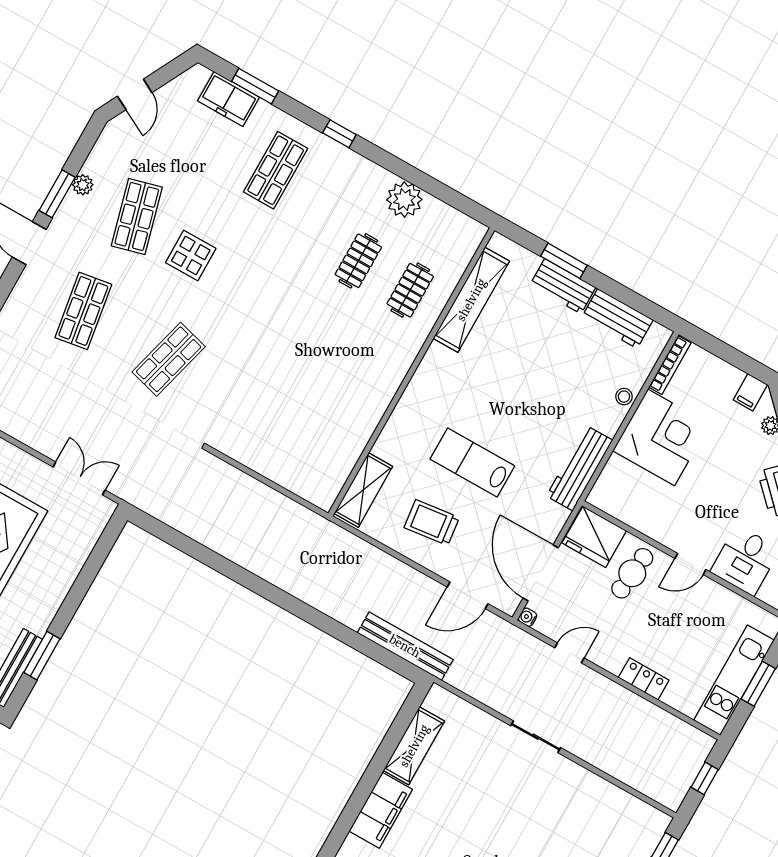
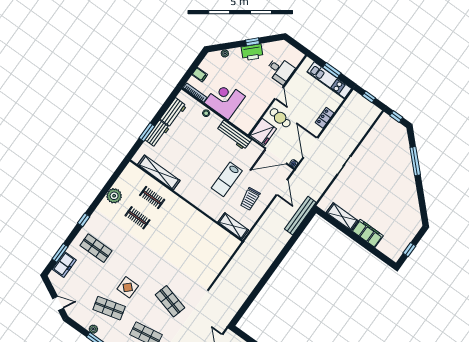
filing cabinet: (750, 392) -> (200, 75), moved
door: (569, 653) -> (310, 148), width x1.88

